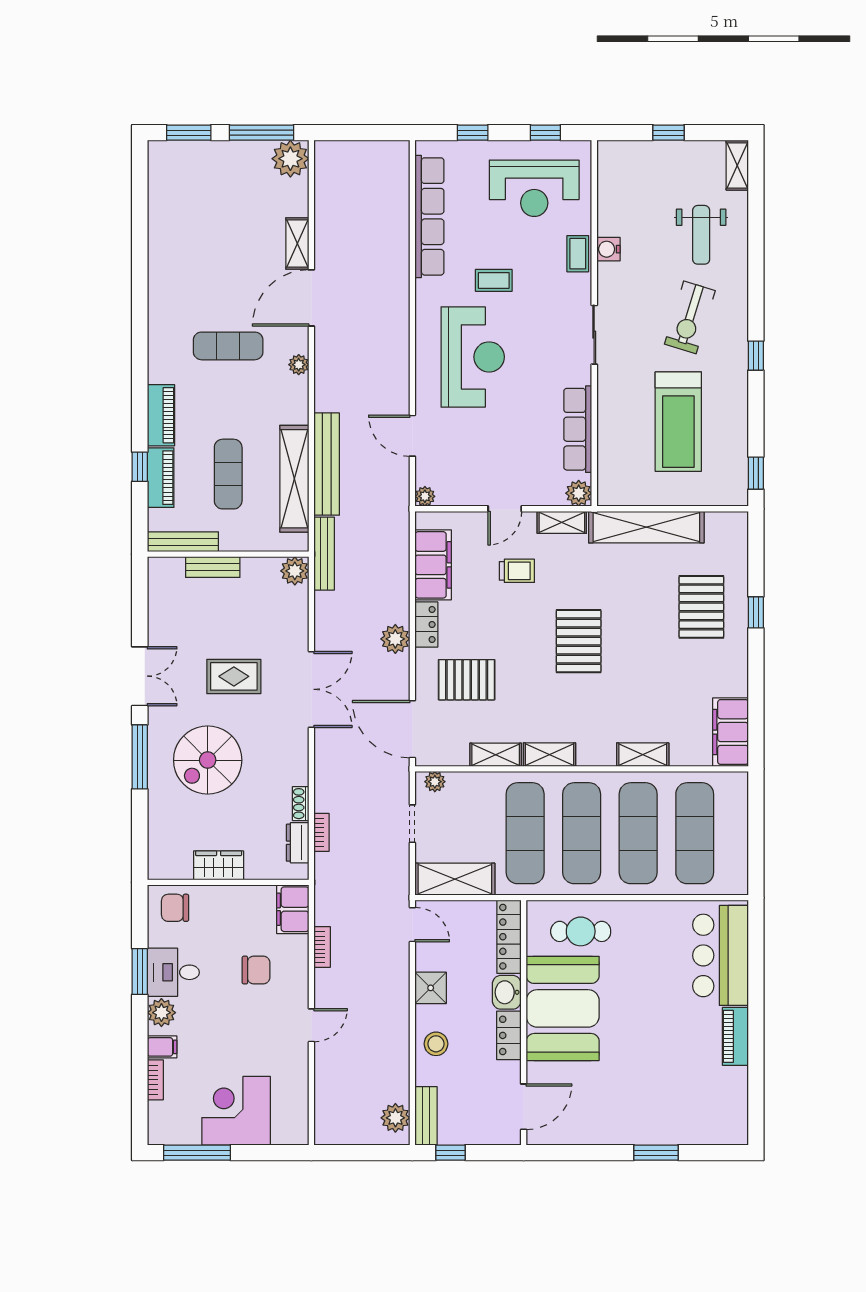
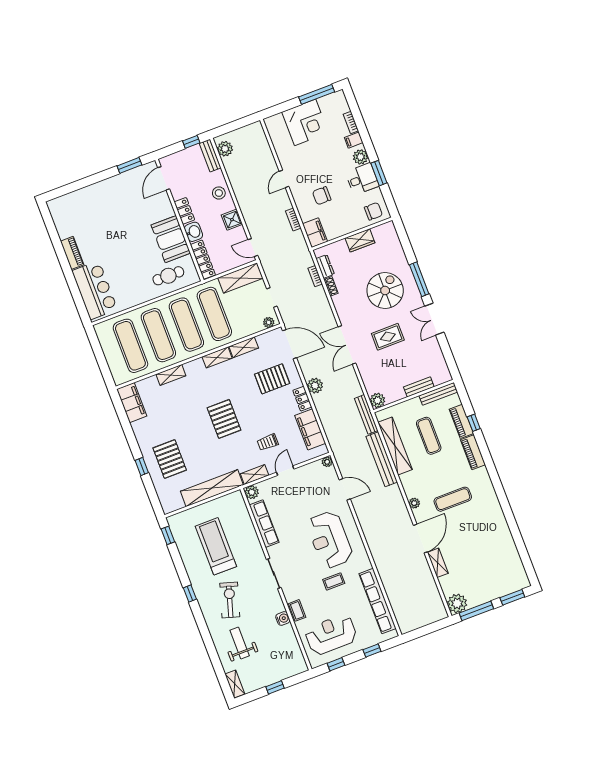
booth: (563, 1008) -> (171, 239), width x0.73, depth x0.70
window: (656, 1153) -> (129, 165), moved

